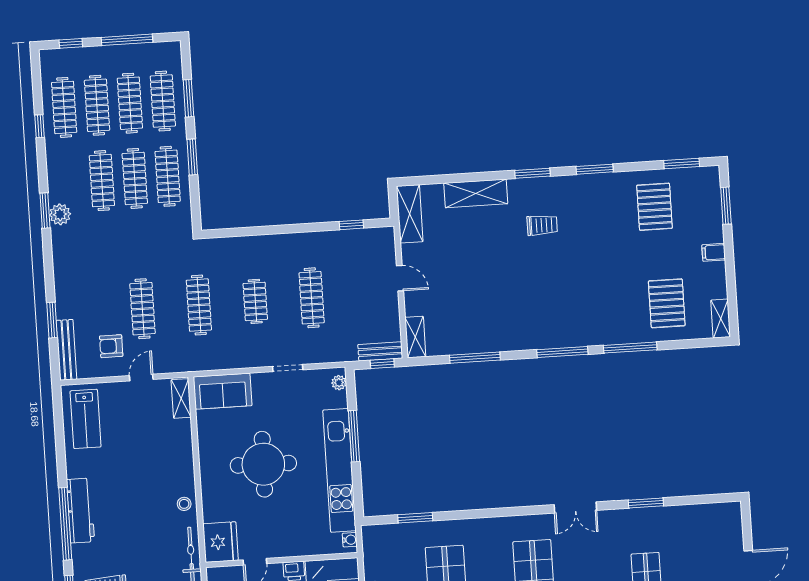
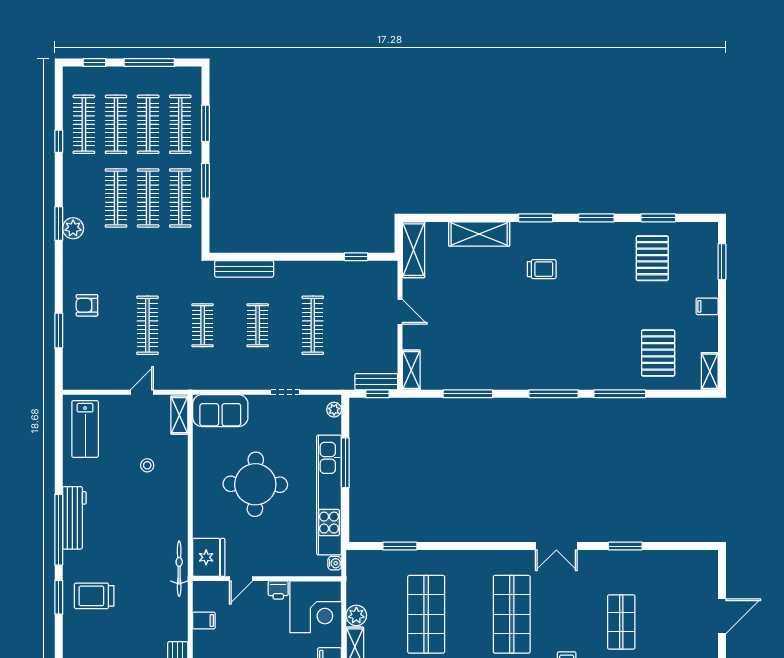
window: (682, 164) -> (658, 218), moved
clothes rail: (199, 305) -> (203, 325), width x0.73
armchair: (111, 346) -> (87, 305), moved
bench: (66, 350) -> (244, 269), moved, turned 90
stool: (184, 504) -> (147, 465), moved

